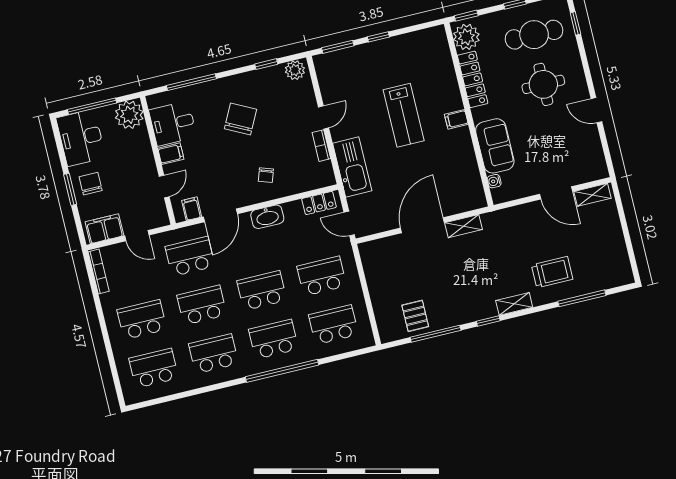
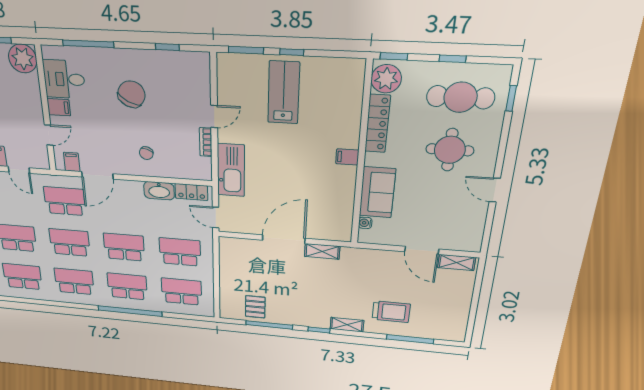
plant: (295, 70) -> (196, 62), removed
lab bench: (404, 115) -> (284, 93), moved, turned 180
washbasin: (267, 217) -> (159, 191), moved

